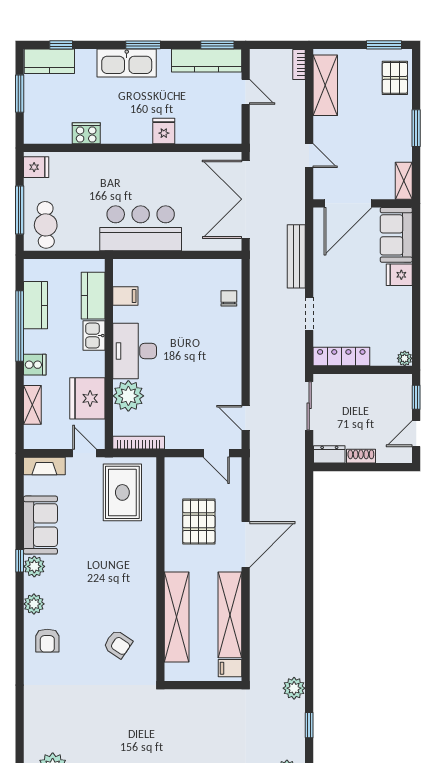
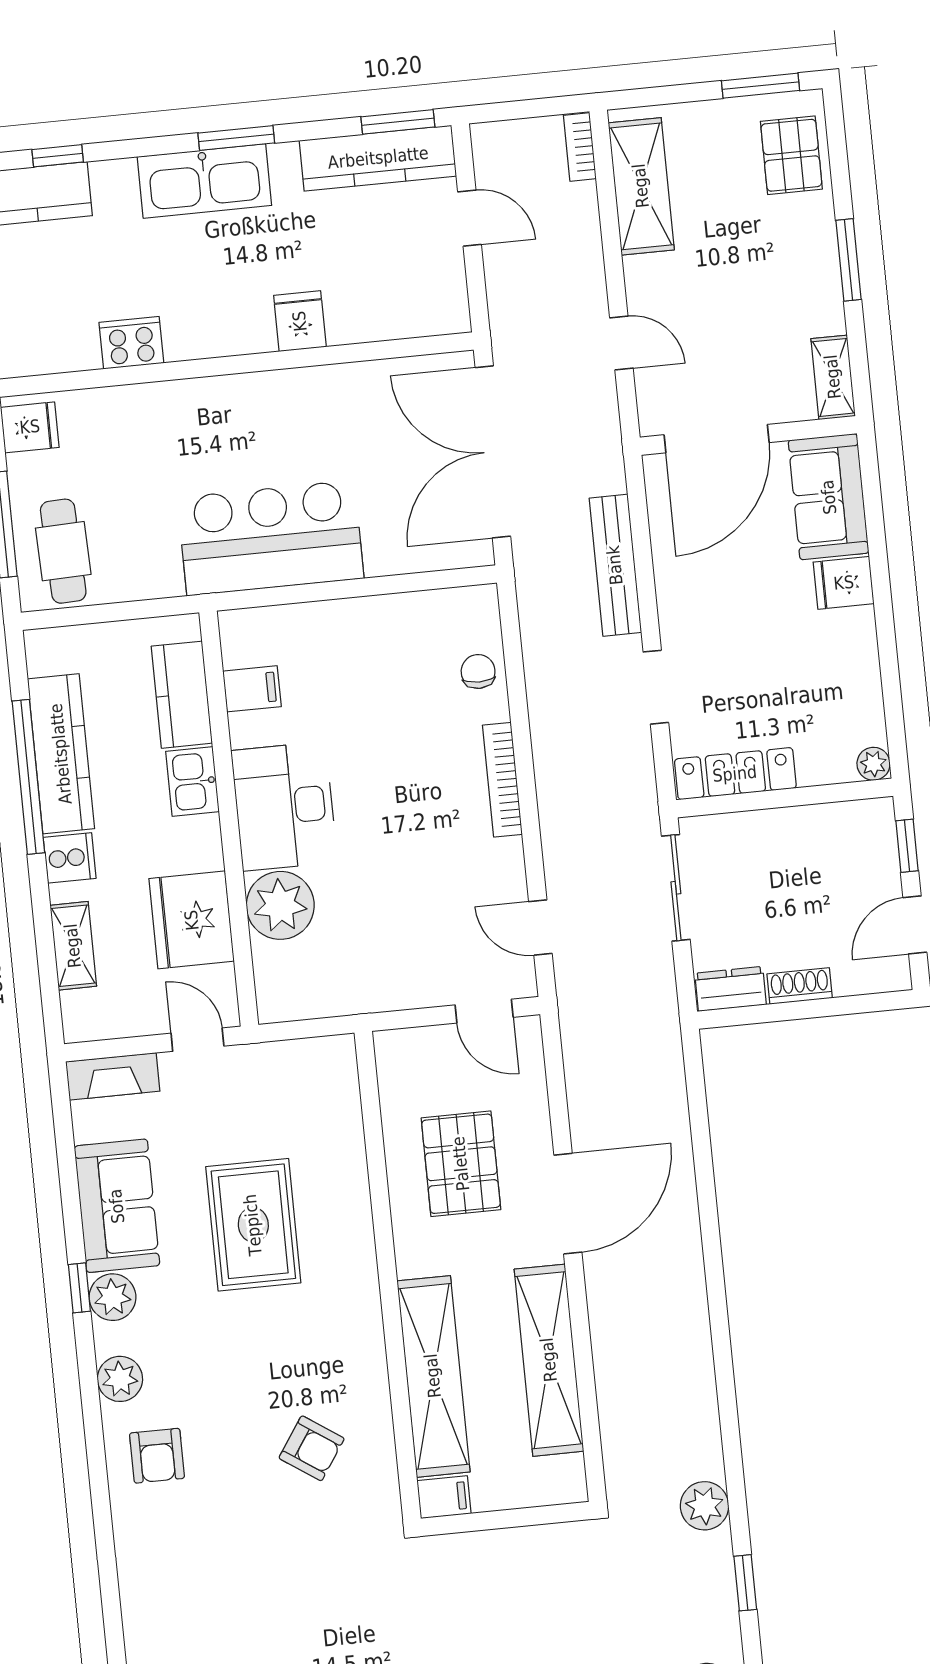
kitchen counter: (35, 305) -> (61, 754), width x1.50
bookcase: (139, 443) -> (502, 780), moved, turned -90
rug: (122, 492) -> (253, 1225), moved
filing cabinet: (230, 668) -> (444, 1497), moved, turned 180

